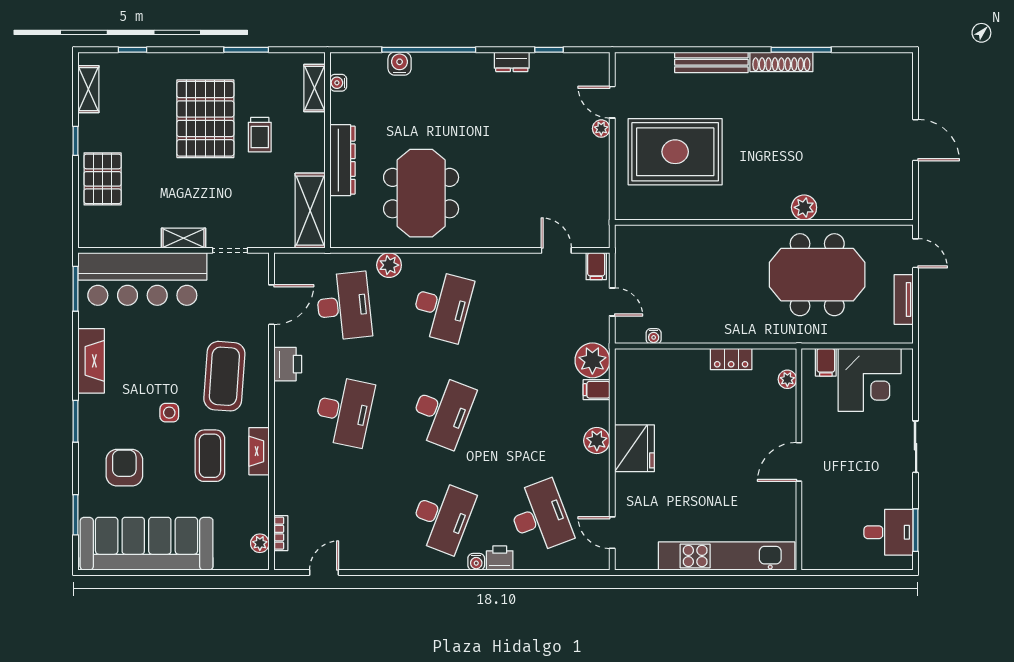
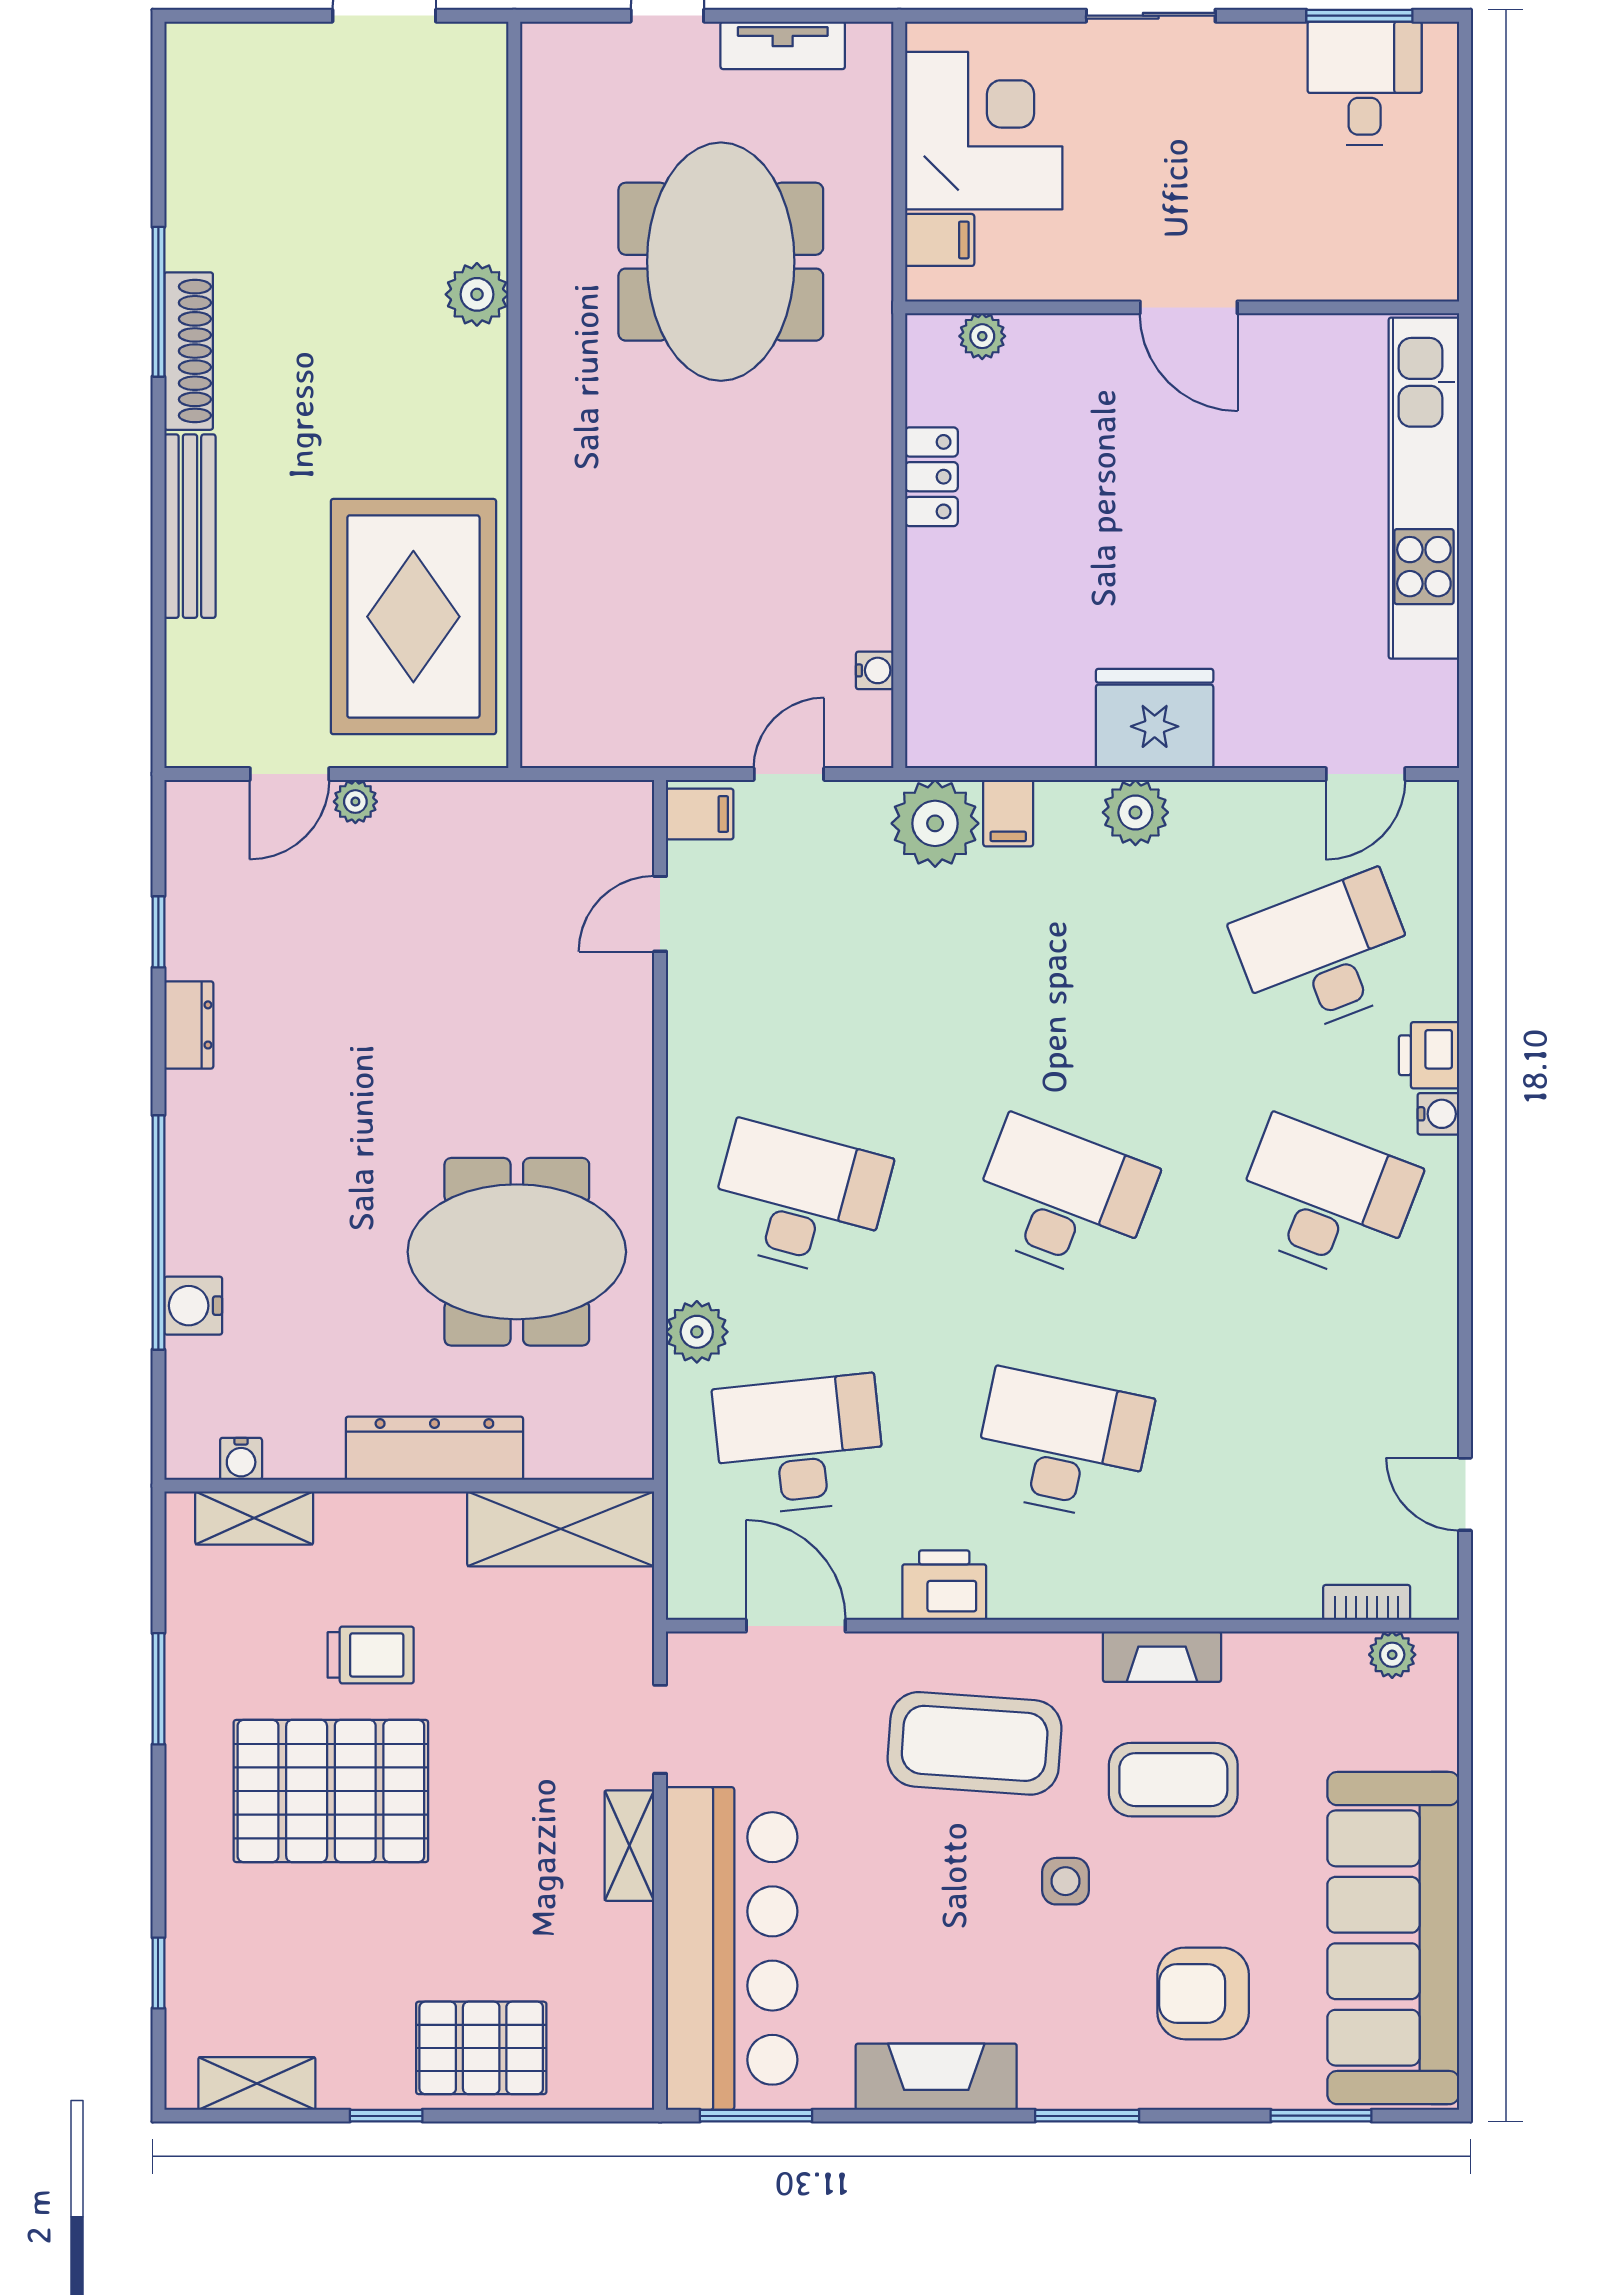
plant: (804, 207) -> (477, 294), moved
wall: (764, 222) -> (514, 395), moved

